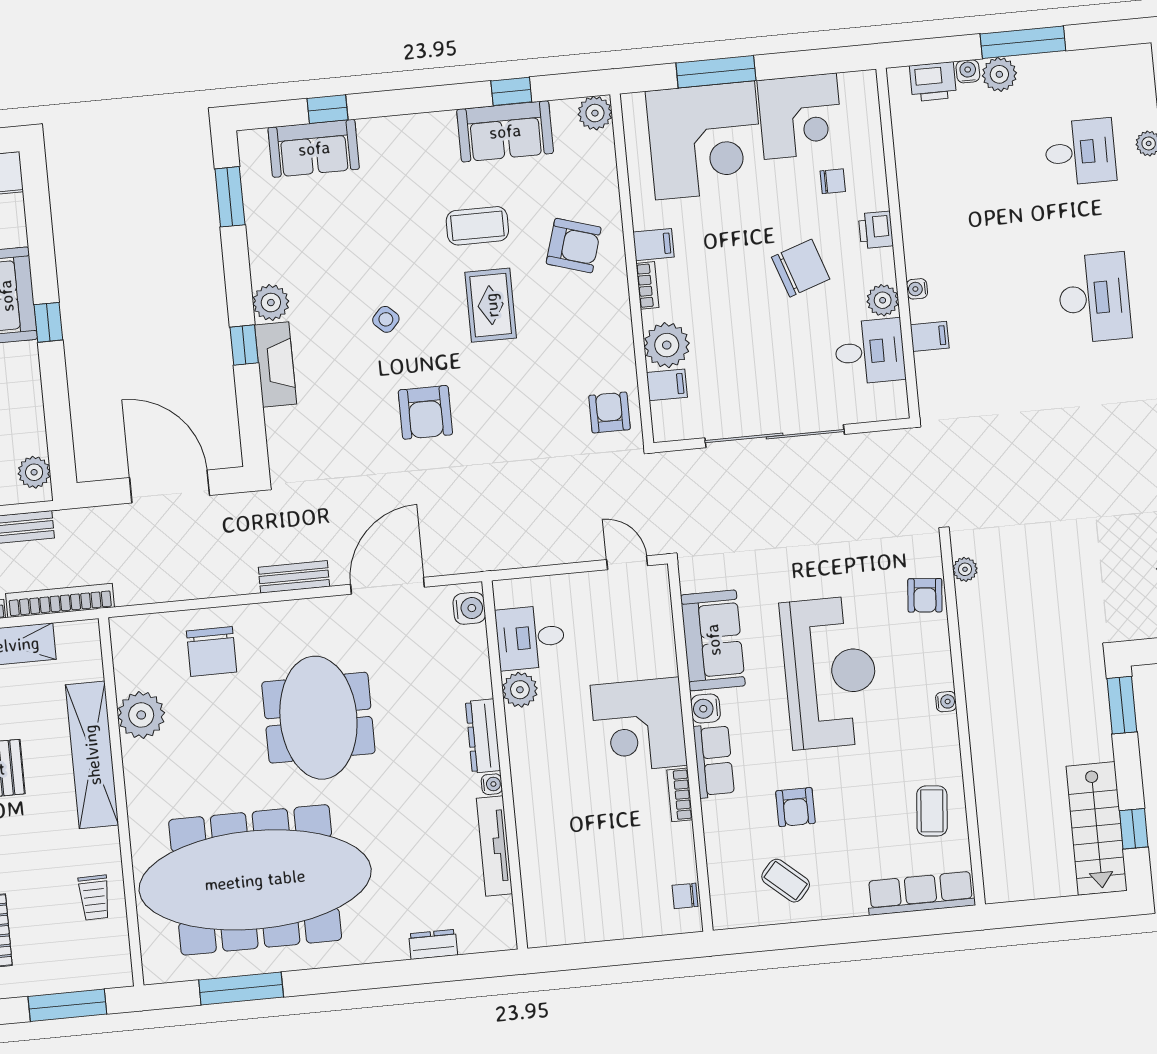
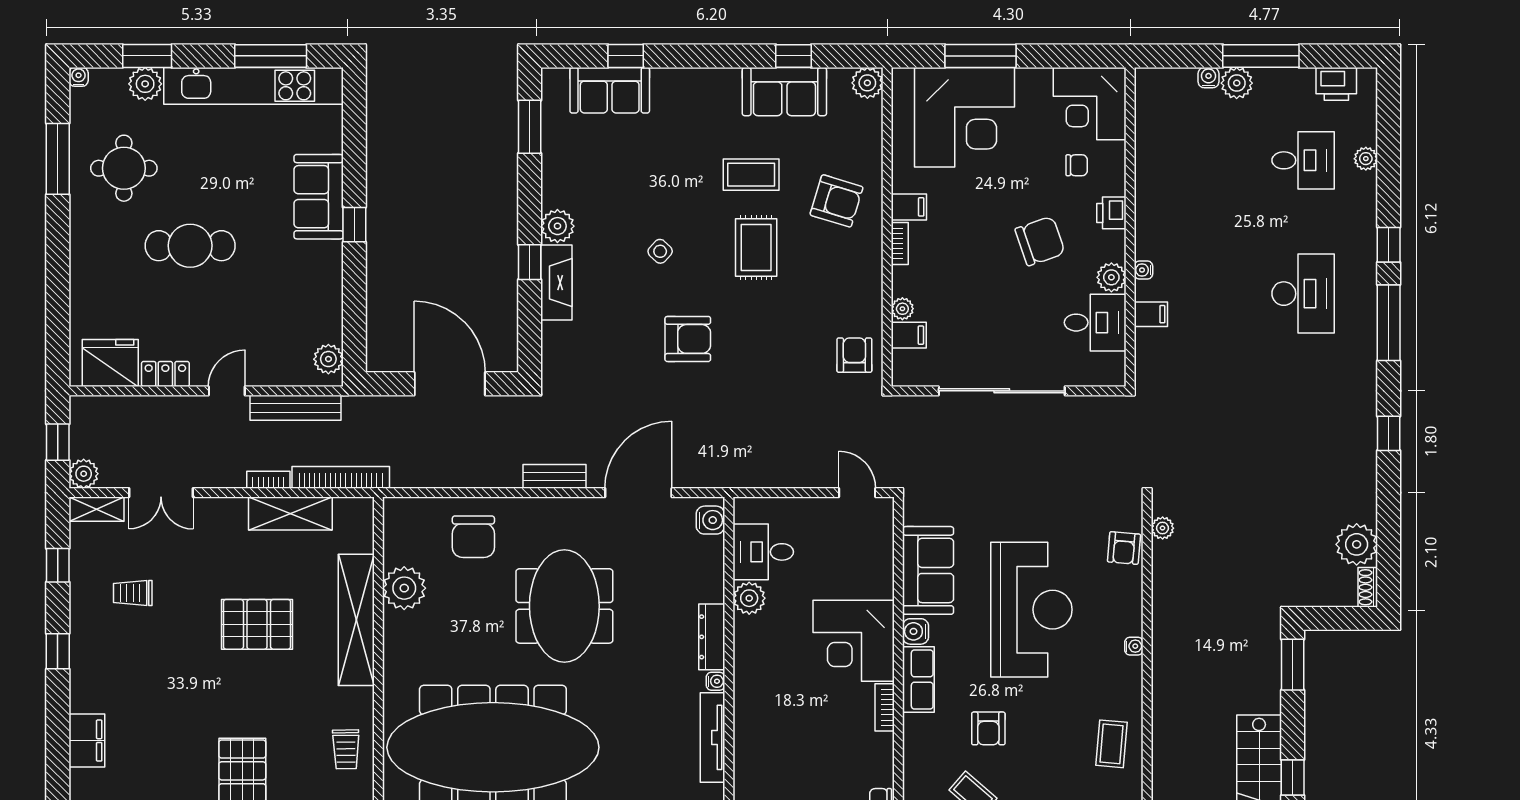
printer: (933, 82) -> (1336, 84), moved
corner desk: (800, 116) -> (1090, 104), moved, turned 90
plant: (667, 345) -> (902, 309), width x0.53, depth x0.53
armchair: (425, 412) -> (688, 339), turned -90

